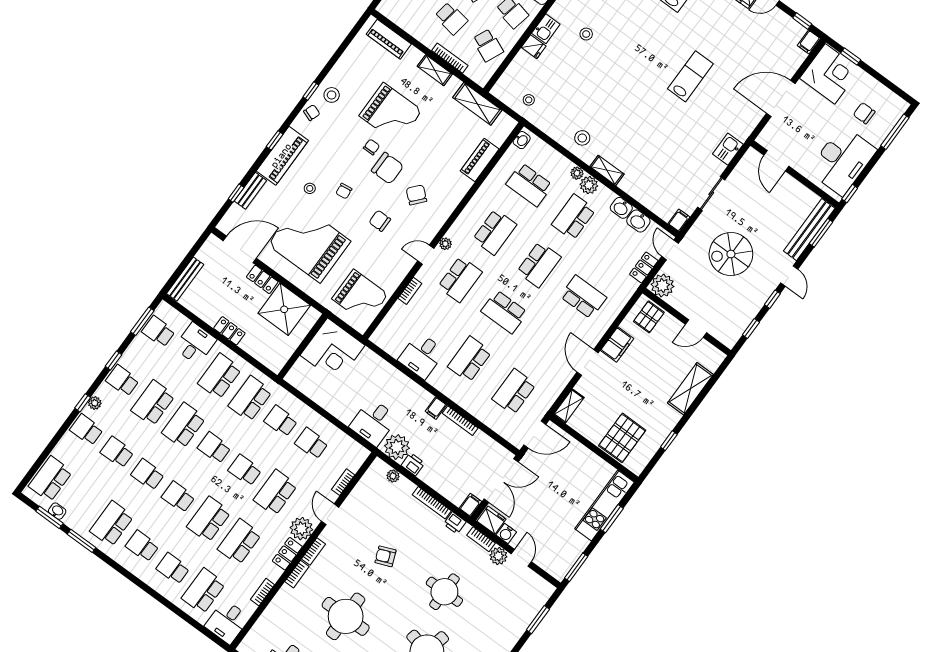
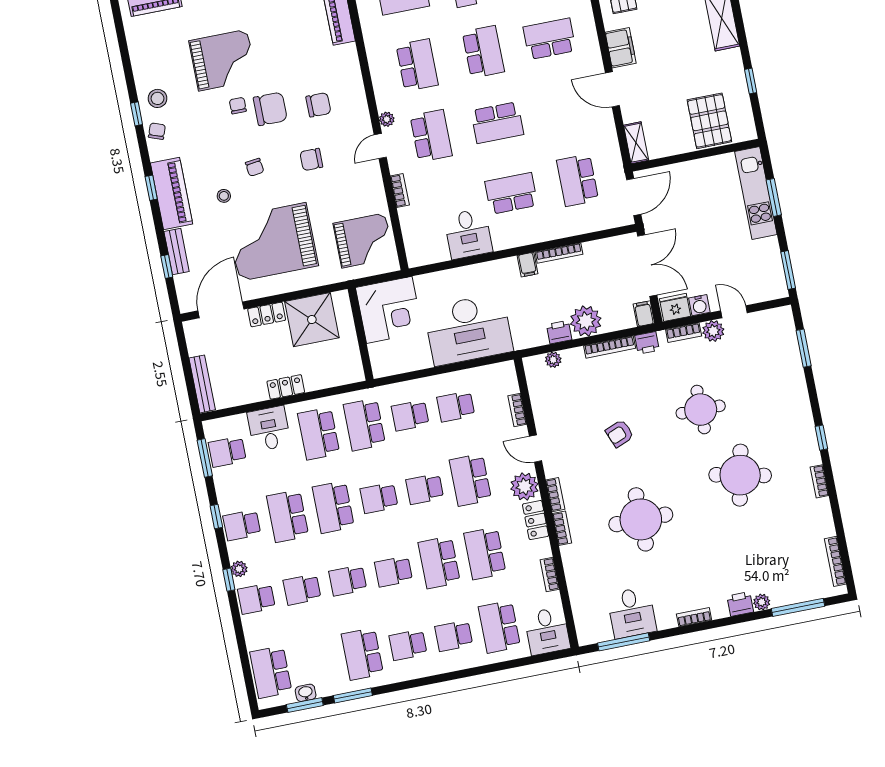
chair: (416, 195) -> (318, 105), turned 139
school desk: (470, 359) -> (511, 193), turned 90
desk: (373, 422) -> (468, 329), width x1.87, depth x1.30
plant: (397, 447) -> (586, 321), moved

